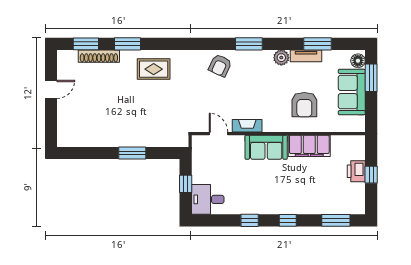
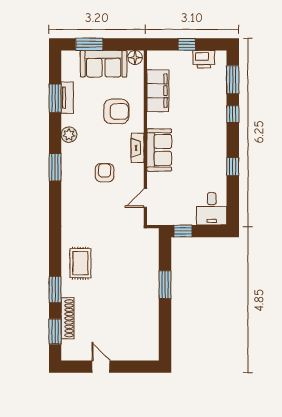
tv unit: (306, 56) -> (67, 98), moved
floor lamp: (358, 61) -> (135, 57), moved
armchair: (220, 66) -> (105, 173), moved, turned -115
fireplace: (247, 126) -> (138, 148), moved
filing cabinet: (309, 146) -> (158, 91), moved
printer: (356, 171) -> (204, 59), moved
window: (186, 184) -> (183, 231), moved
window: (288, 220) -> (233, 114), moved

